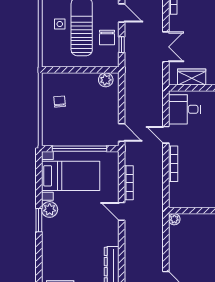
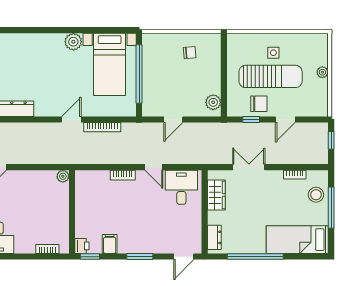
chair: (107, 37) -> (259, 104), turned 180
double door: (166, 47) -> (249, 167), swing flipped
door: (122, 132) -> (173, 119), moved
door: (166, 135) -> (154, 167), swing flipped
bookcase: (173, 164) -> (123, 175), width x0.64
window: (39, 220) -> (62, 30), removed

